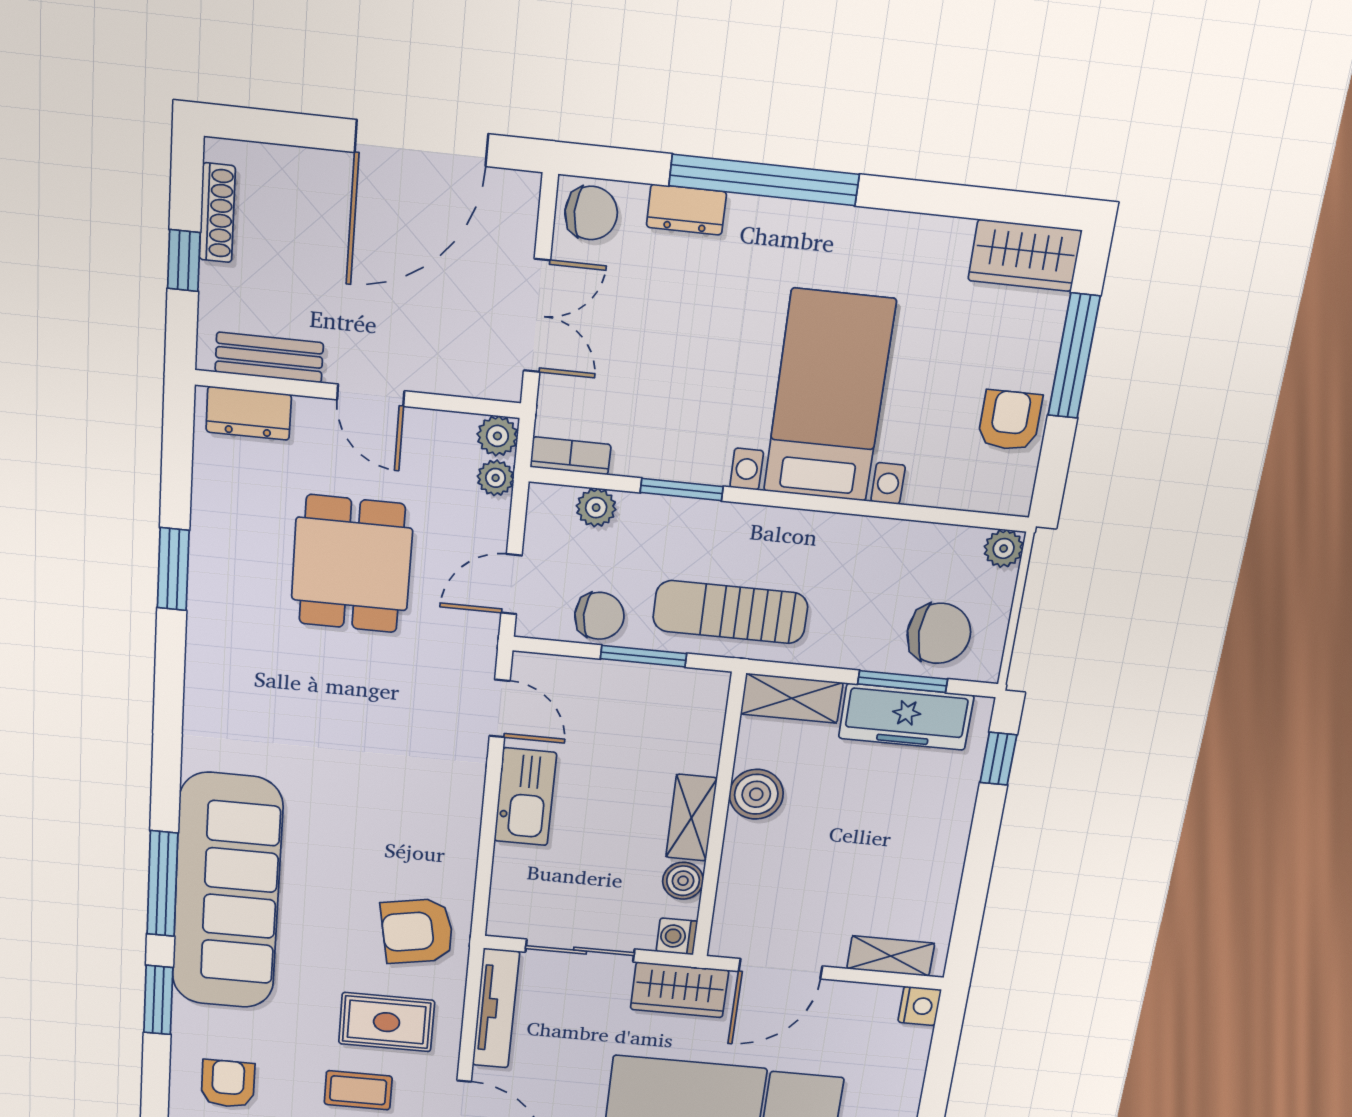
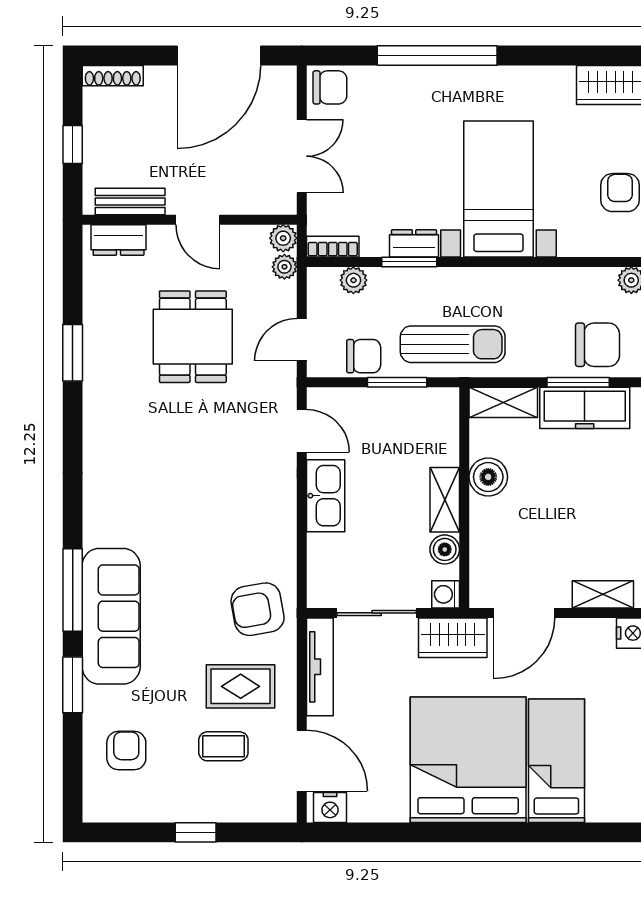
dresser: (686, 210) -> (414, 243), moved, turned 180
shoe rack: (217, 213) -> (113, 76), moved, turned 90
sun lounger: (730, 612) -> (453, 344), turned 180
sofa: (227, 892) -> (111, 616), width x0.74, depth x0.79

